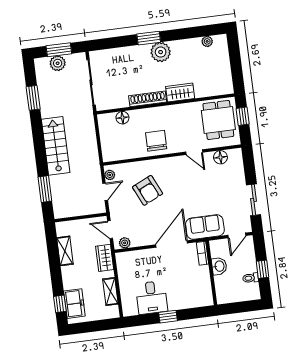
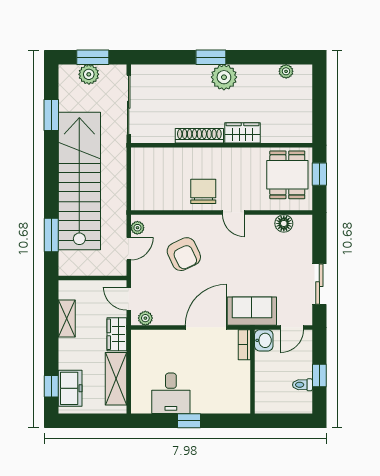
floor lamp: (122, 118) -> (164, 156), removed
stairs: (56, 146) -> (79, 181), width x1.86, depth x1.51
door: (194, 152) -> (233, 212), moved
washbasin: (219, 266) -> (264, 340), moved
shelving: (110, 292) -> (116, 379), width x1.50, depth x1.33

